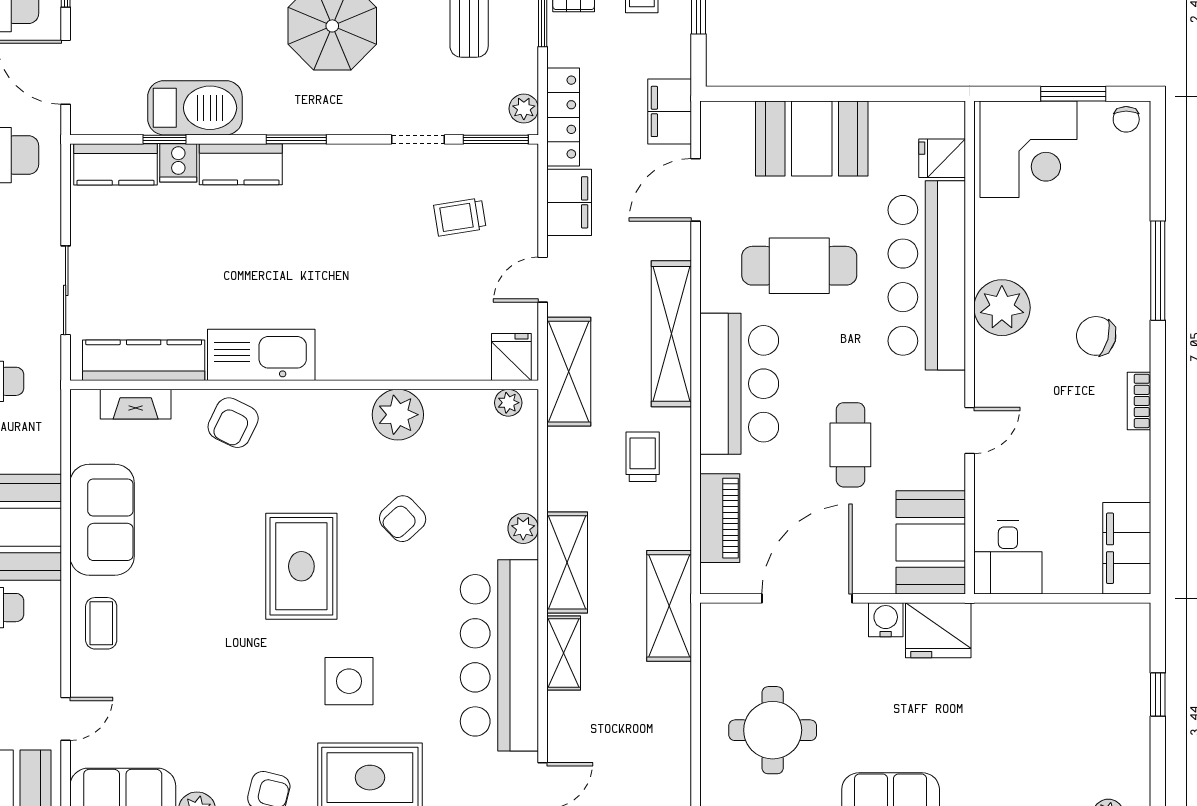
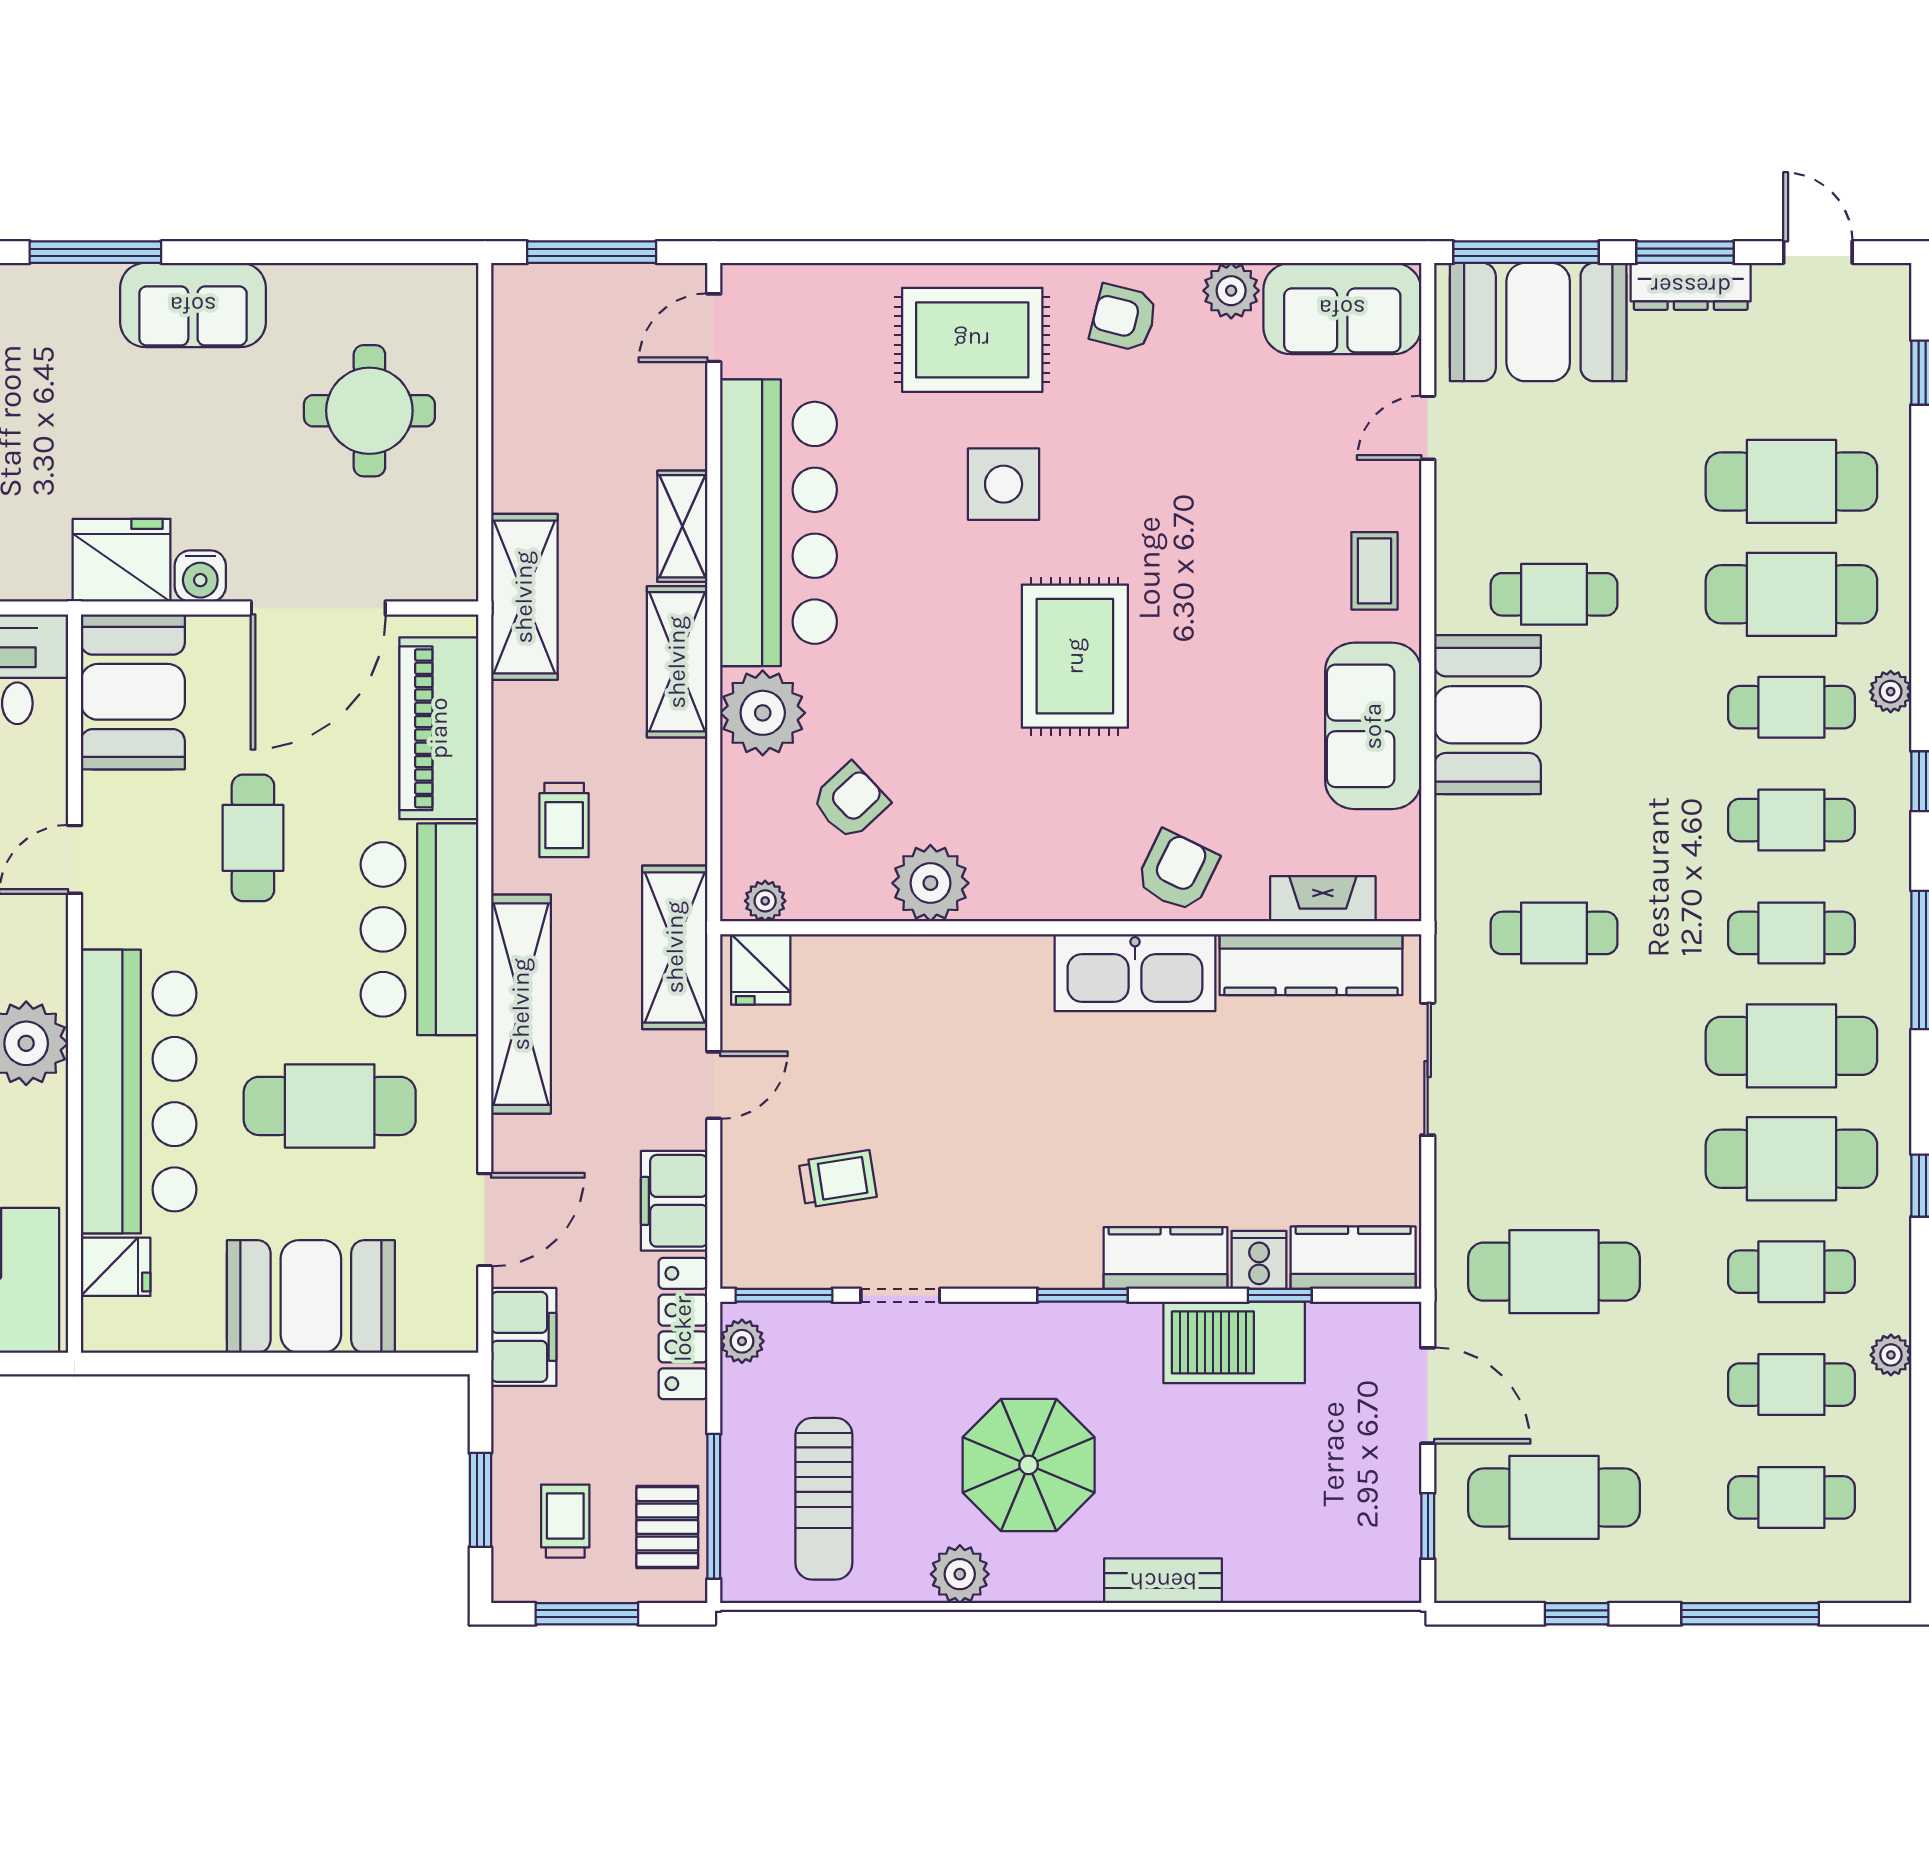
piano: (720, 518) -> (439, 728), width x1.37, depth x1.33
armchair: (403, 519) -> (850, 801), moved
plant: (523, 528) -> (763, 713), width x1.87, depth x1.87

